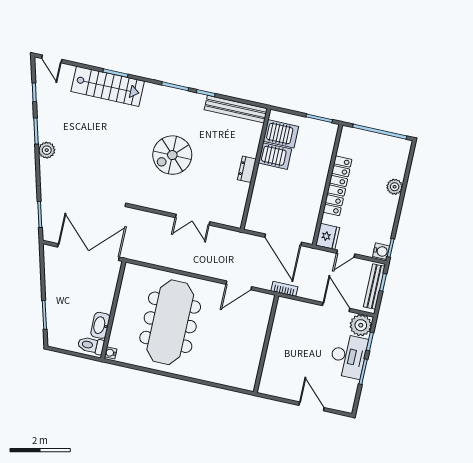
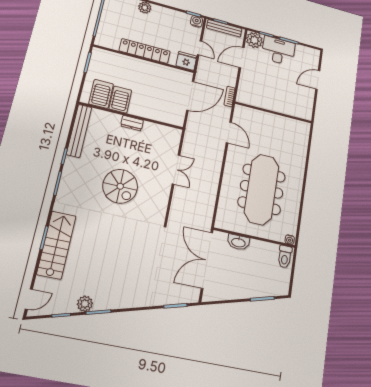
plant: (47, 150) -> (85, 304), moved
meeting table: (170, 322) -> (262, 189), turned 90
washbasin: (100, 325) -> (238, 242), moved

